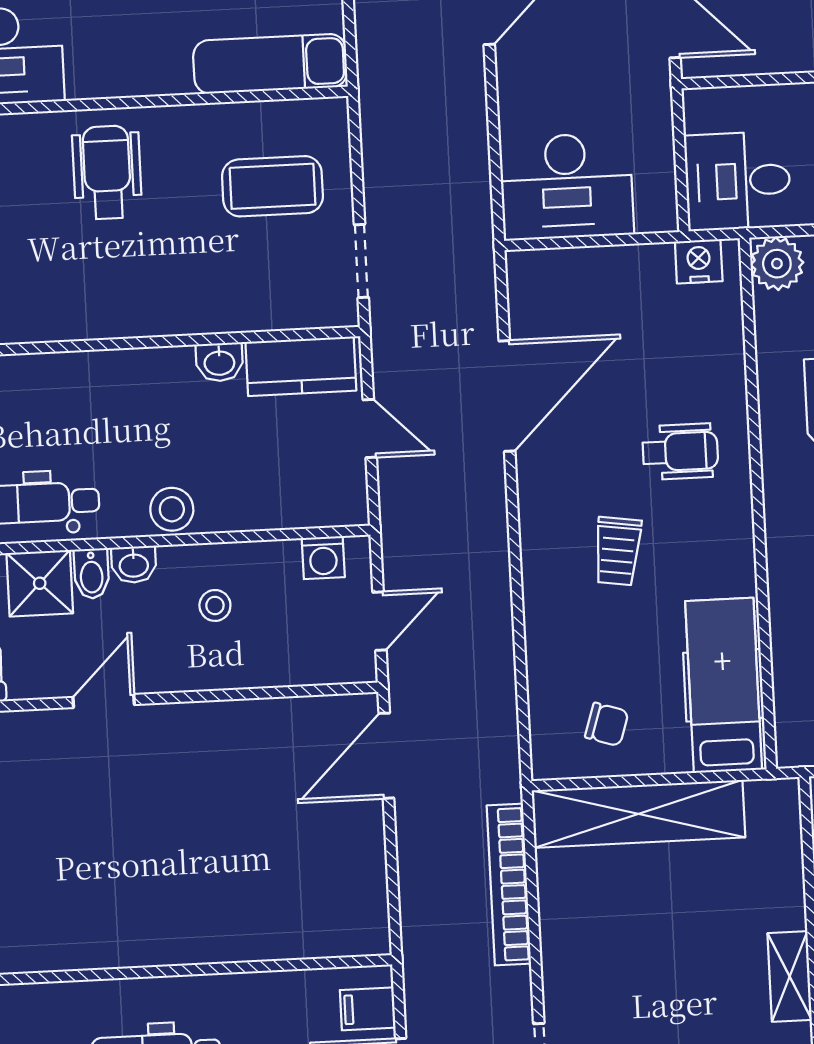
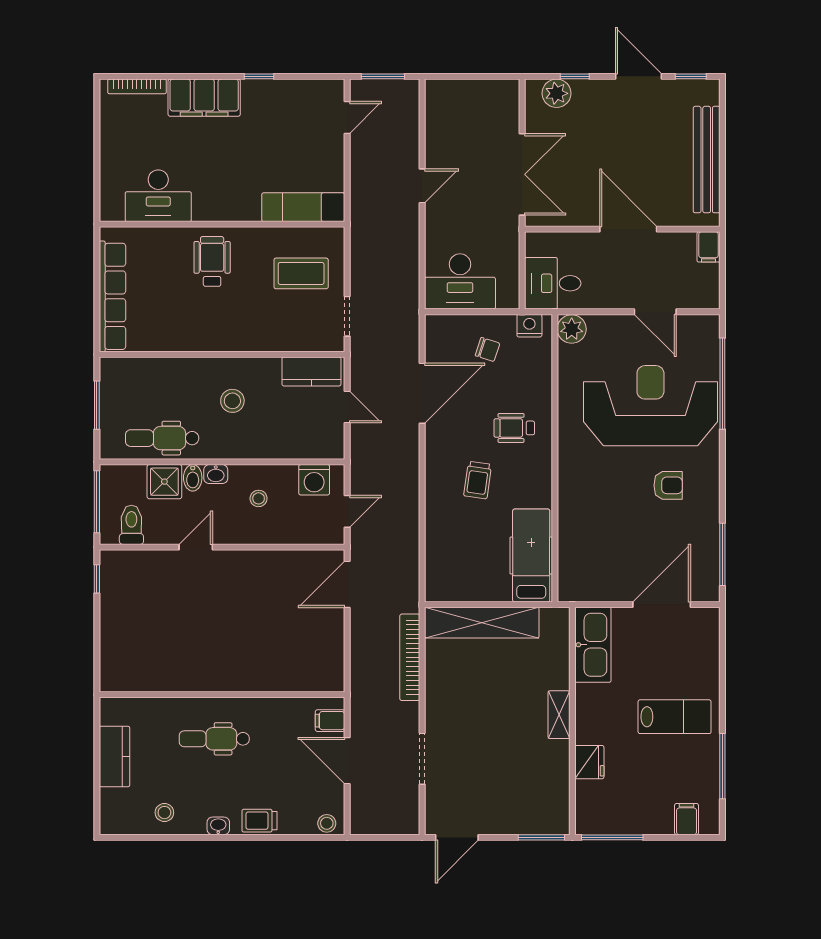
washbasin: (219, 362) -> (268, 367), removed
wheelchair: (680, 452) -> (514, 428), turned 180
stool: (172, 509) -> (232, 401), moved
washing machine: (323, 558) -> (314, 480), width x1.38, depth x1.38
chair: (607, 724) -> (488, 349), moved

